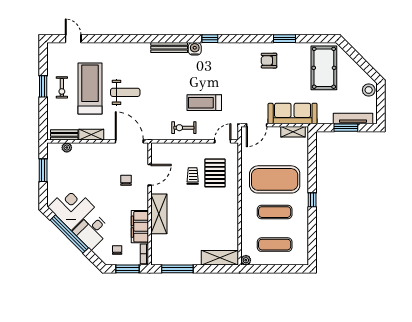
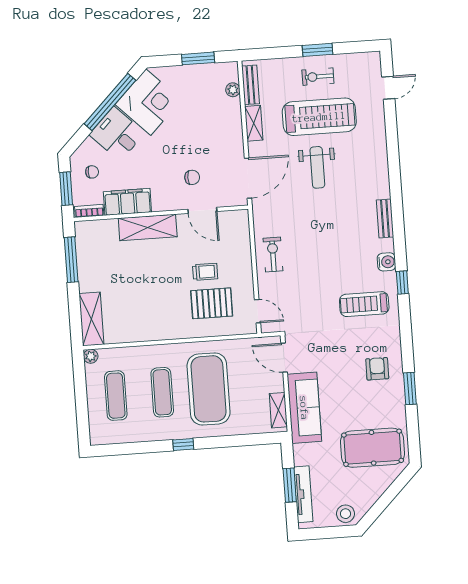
bench: (169, 48) -> (385, 218), width x0.73
treadmill: (204, 103) -> (364, 304), moved, turned -90

